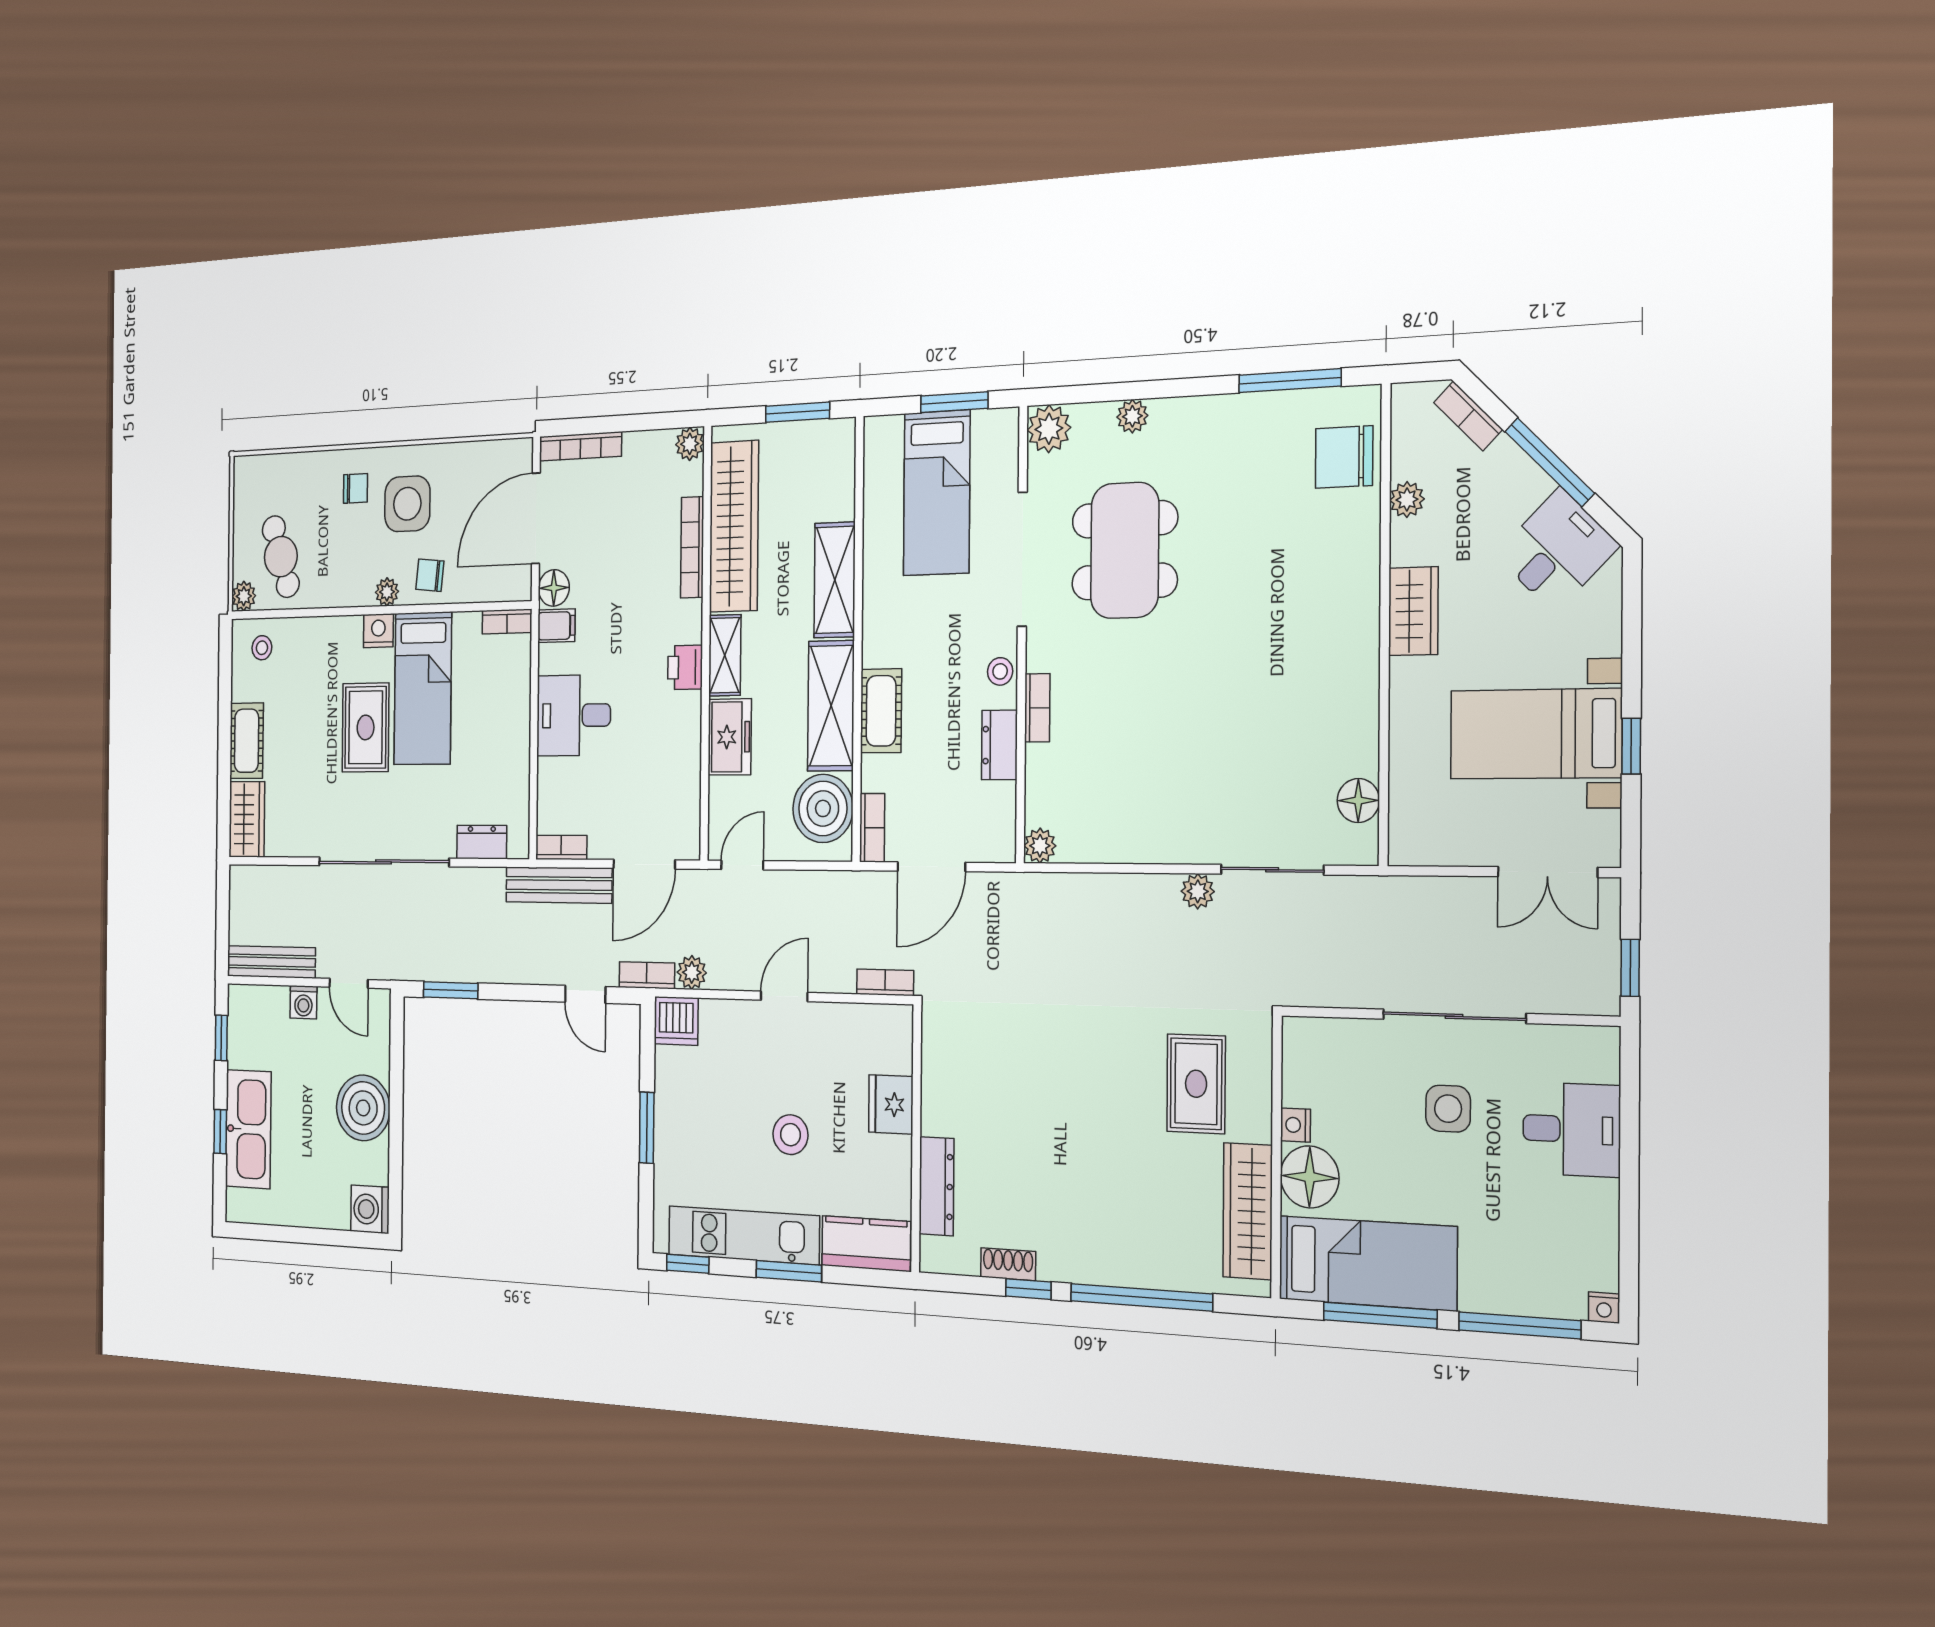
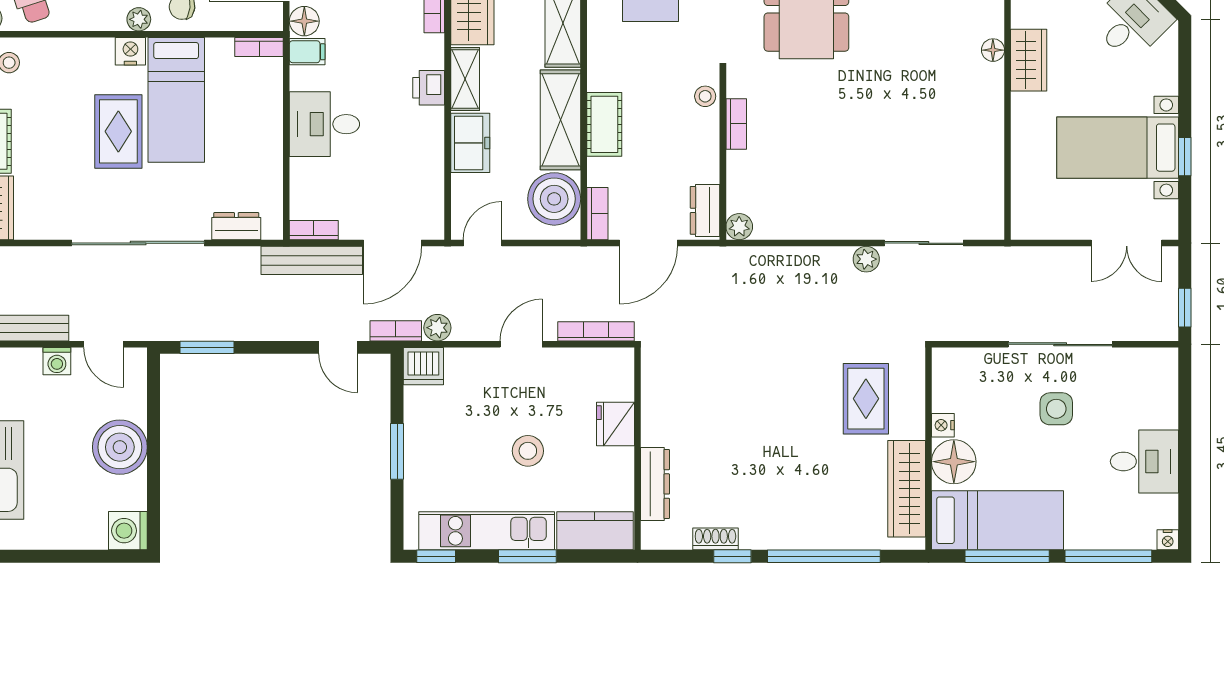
dresser: (999, 745) -> (705, 210), moved
floor lamp: (1358, 800) -> (993, 50), moved, width x0.73, depth x0.73
bookcase: (885, 982) -> (596, 331), width x1.56
desk: (1571, 1129) -> (1144, 461), moved

